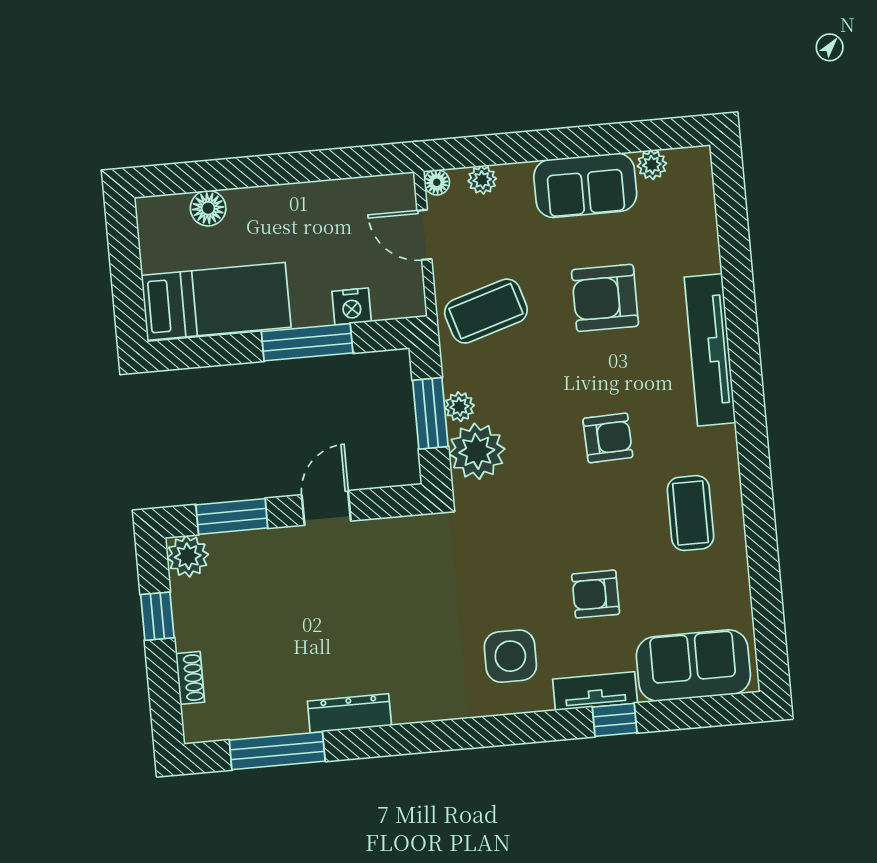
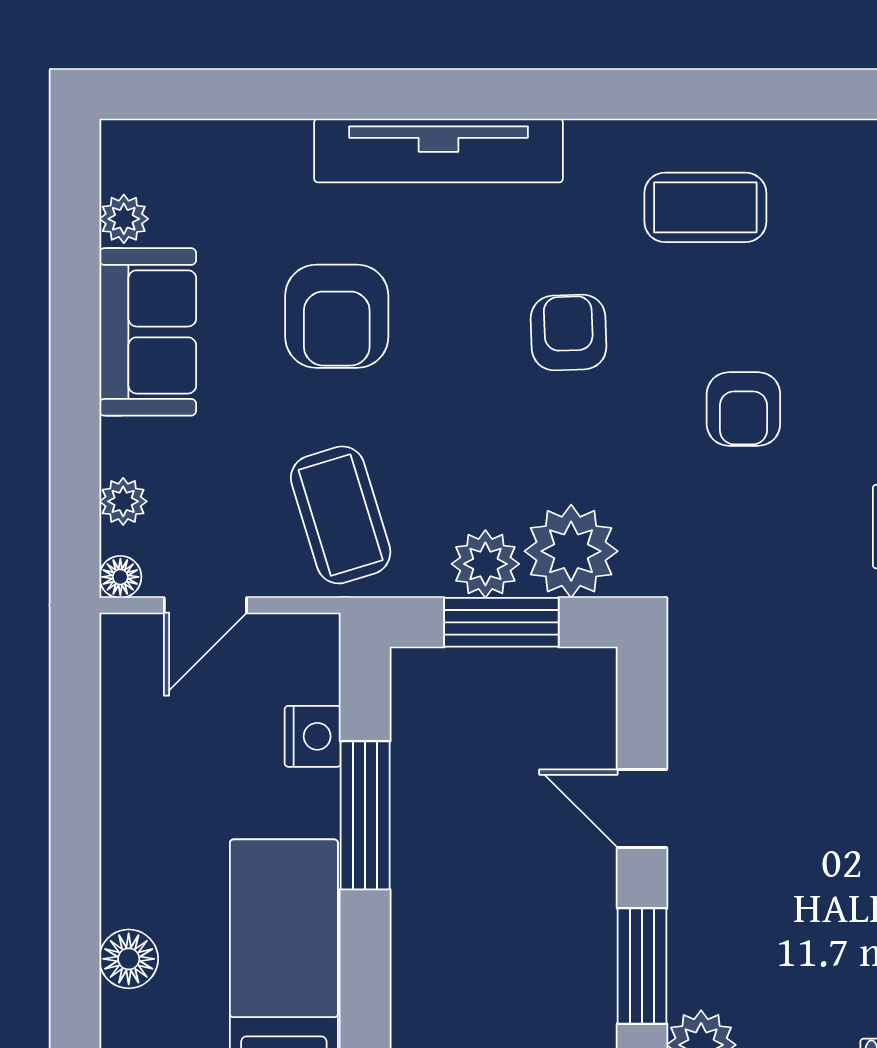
plant: (459, 407) -> (485, 564), width x1.38, depth x1.38
armchair: (596, 594) -> (743, 409), moved

